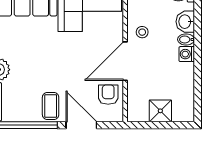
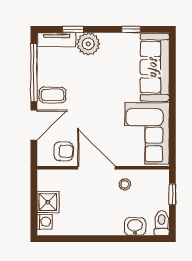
bidet: (186, 39) -> (118, 227), removed
washing machine: (187, 54) -> (45, 222), moved, turned 90

